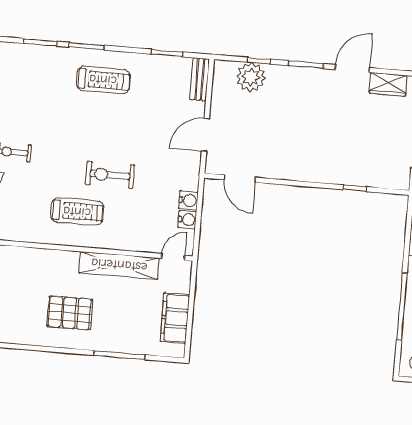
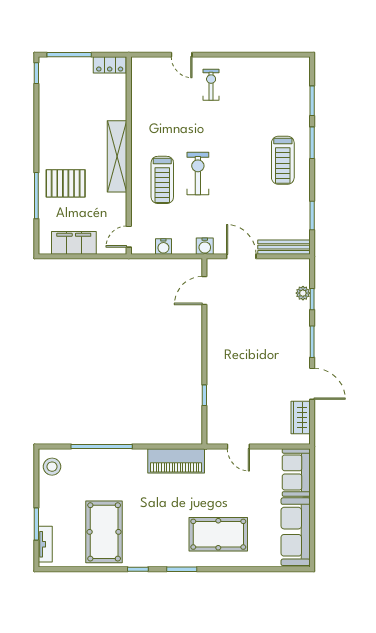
plant: (251, 77) -> (303, 293), width x0.53, depth x0.53
bench: (200, 79) -> (284, 247), width x1.36
water cooler: (188, 200) -> (205, 246), moved
treadmill: (77, 212) -> (162, 180), moved
door: (173, 257) -> (129, 237), swing flipped
shelving: (119, 265) -> (117, 156), moved
pallet: (70, 313) -> (66, 183), moved, turned 90

